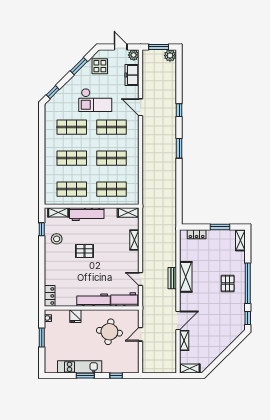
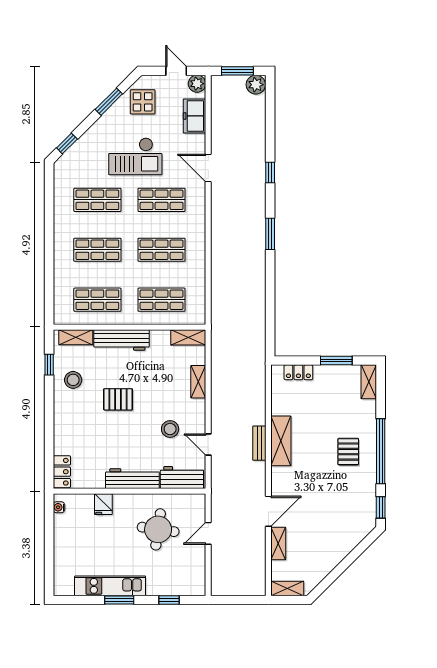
stool: (117, 269) -> (170, 429), added
window: (42, 337) -> (49, 539), removed

